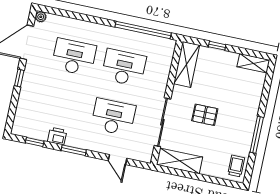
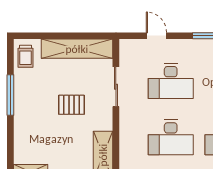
sliding door: (162, 122) -> (116, 87), width x0.73
shelving: (180, 161) -> (77, 49), width x1.47

